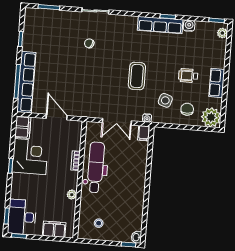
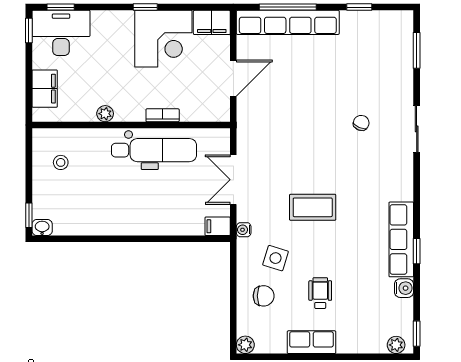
plant: (211, 117) -> (245, 345), width x0.53, depth x0.53

